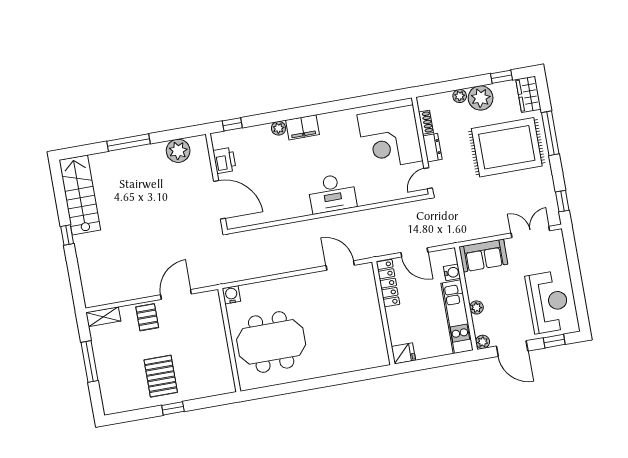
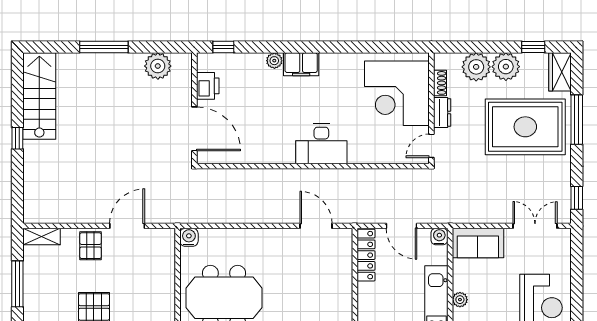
plant: (460, 96) -> (476, 67), width x1.87, depth x1.87
water cooler: (452, 272) -> (439, 237), moved, turned -90

